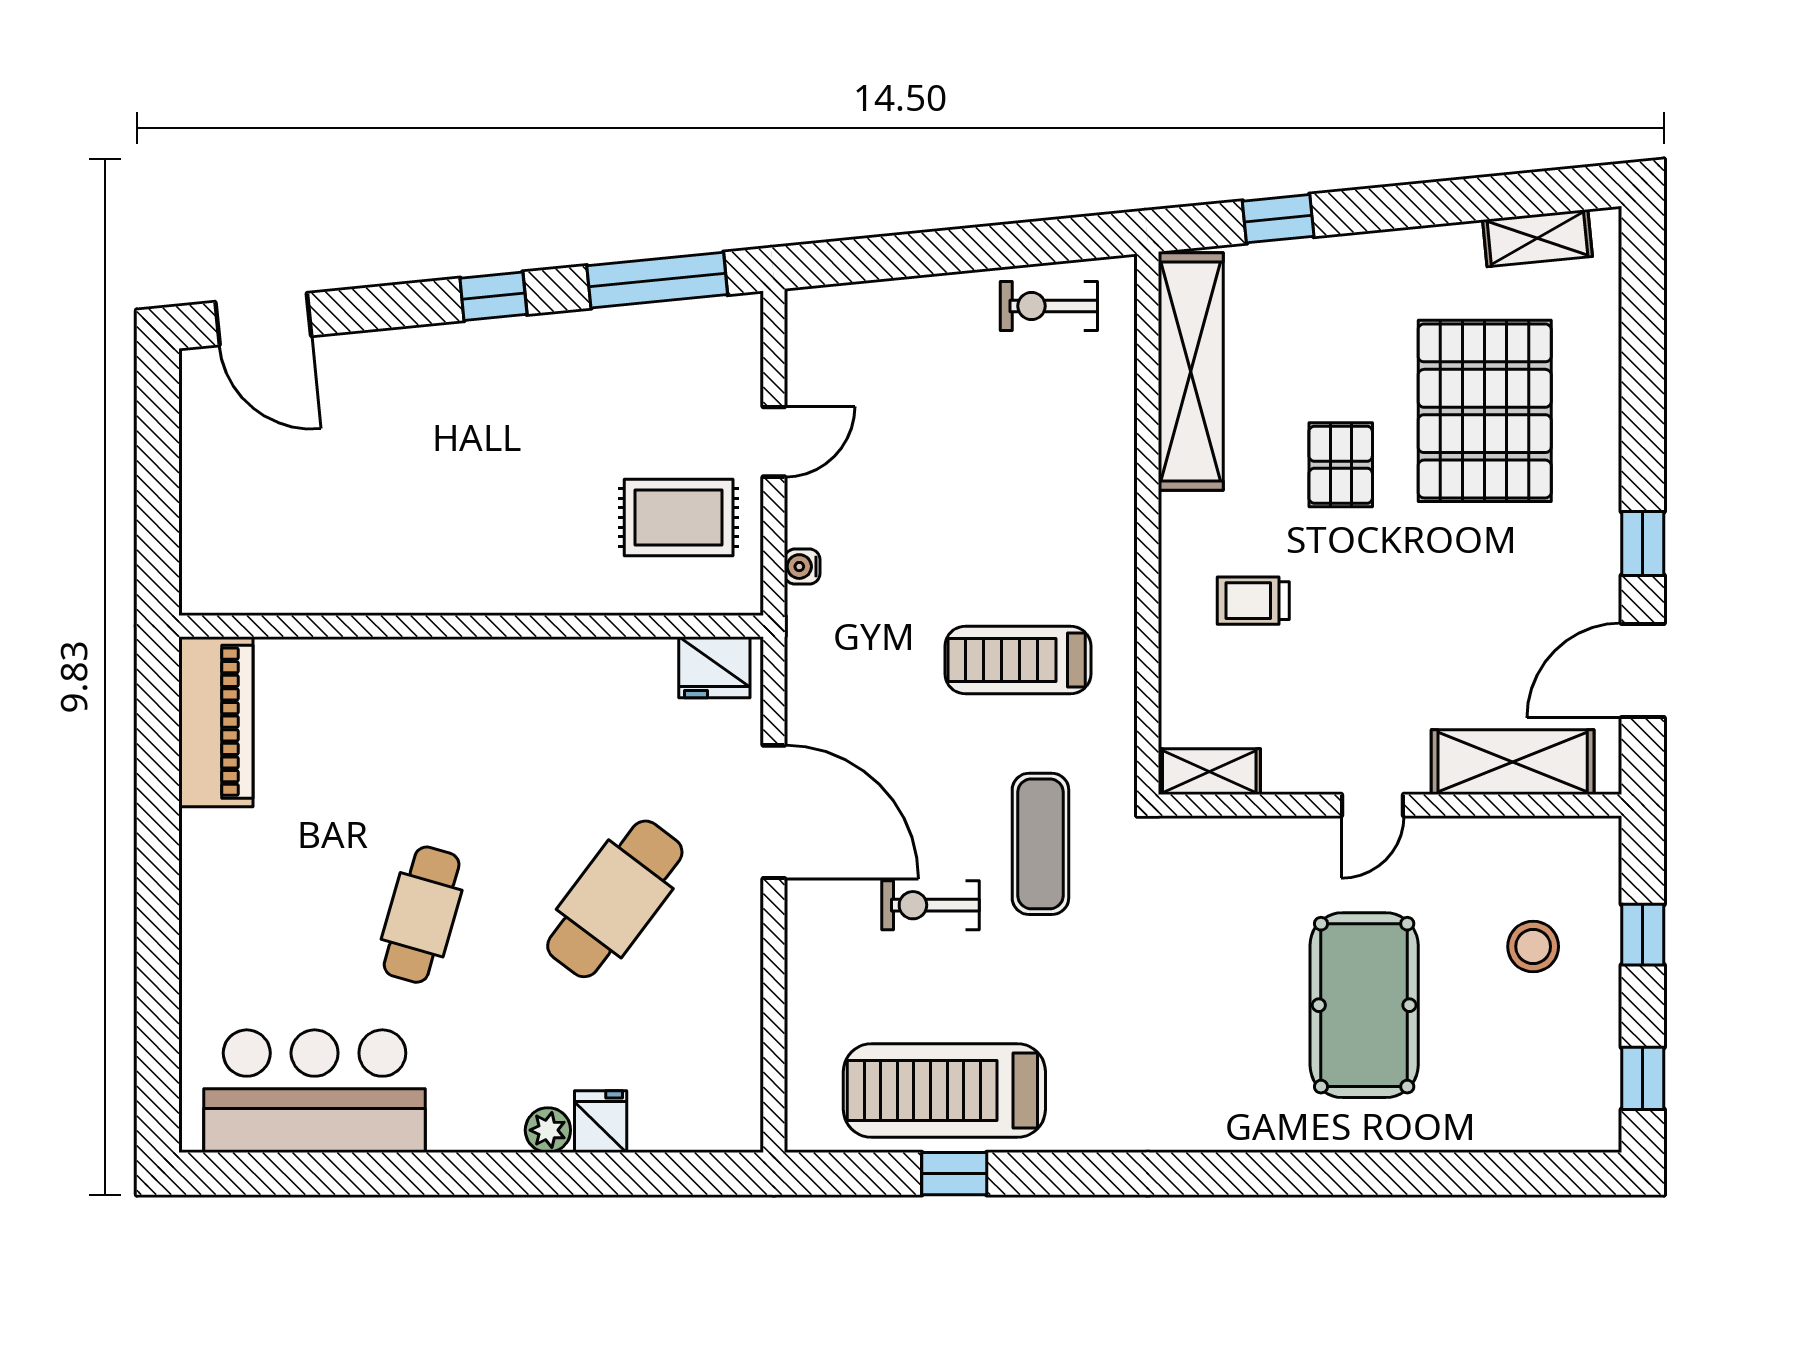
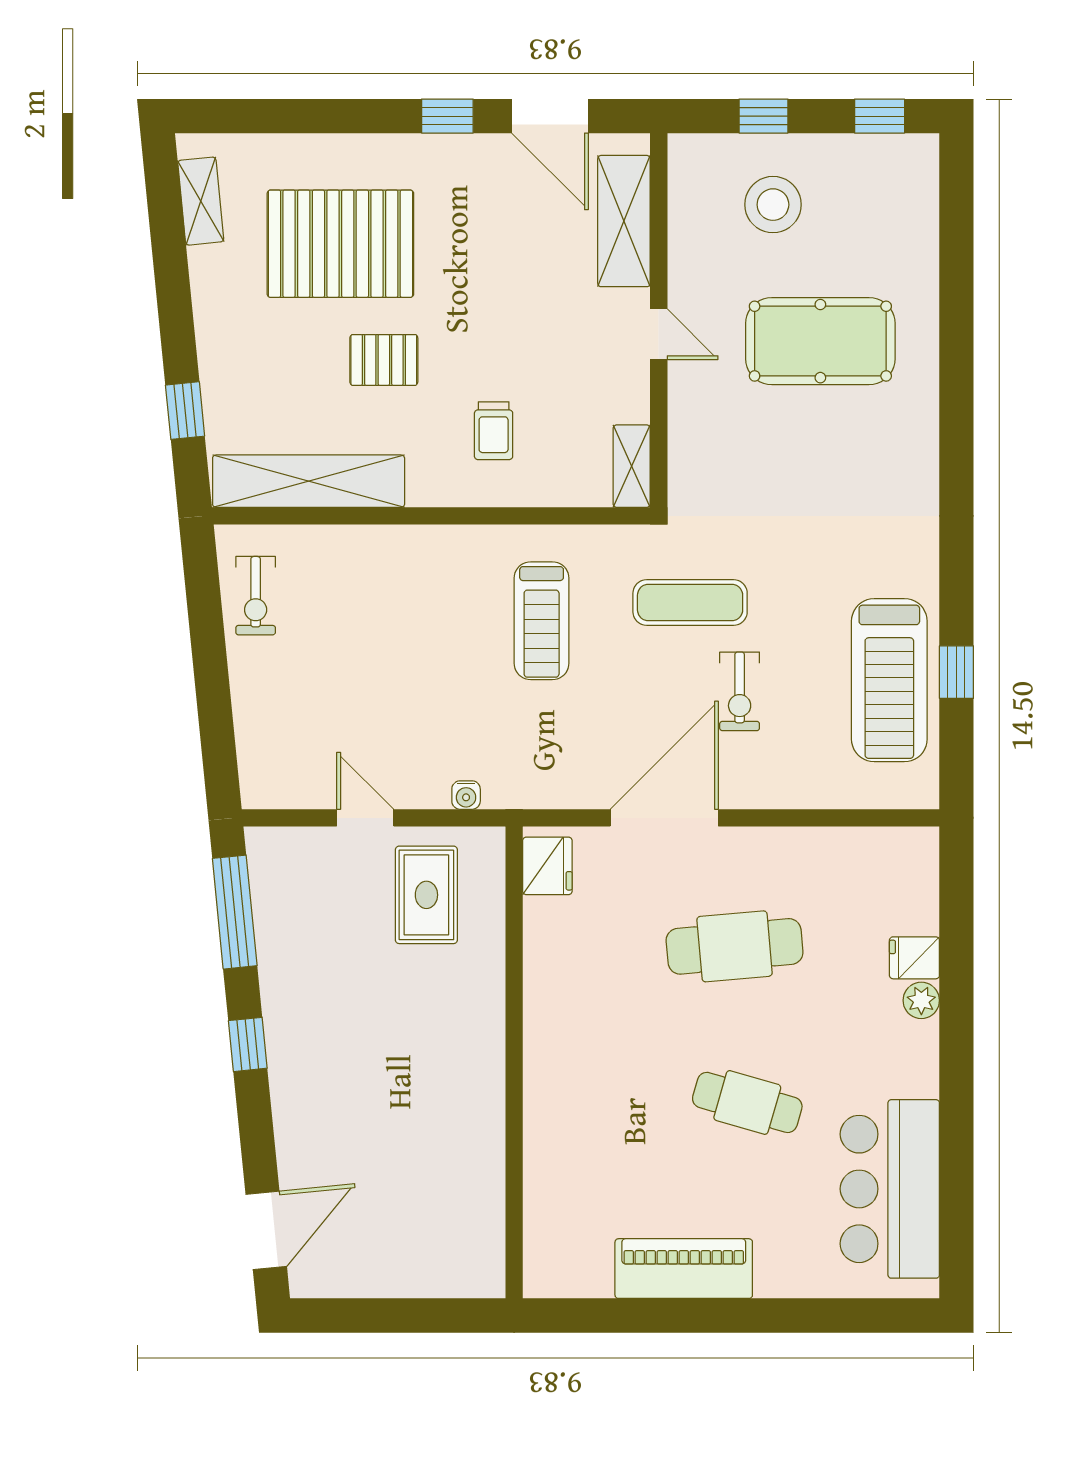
piano: (216, 722) -> (684, 1269), moved
cafe table: (615, 899) -> (735, 946), turned -42
stool: (1533, 947) -> (773, 205), width x1.38, depth x1.38

